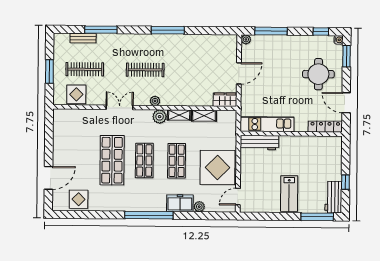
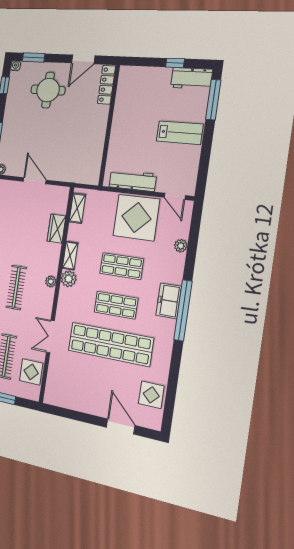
wardrobe: (225, 100) -> (56, 229), moved
double door: (120, 107) -> (50, 337), moved
shelving: (204, 116) -> (77, 208), moved
kitchen unit: (267, 124) -> (94, 153), removed
workbench: (259, 143) -> (133, 181), moved, turned -90
shop shelf: (112, 160) -> (110, 344), width x1.40
freezer: (180, 203) -> (169, 301), moved

